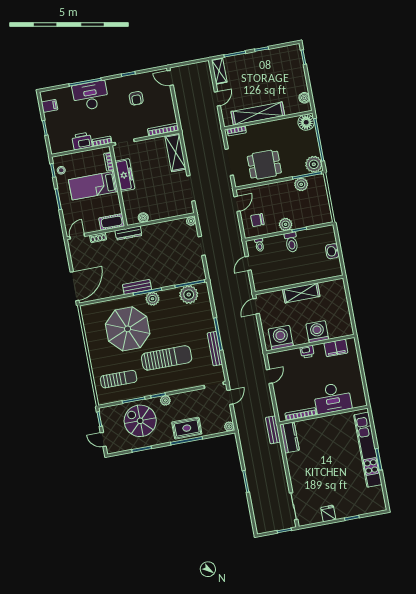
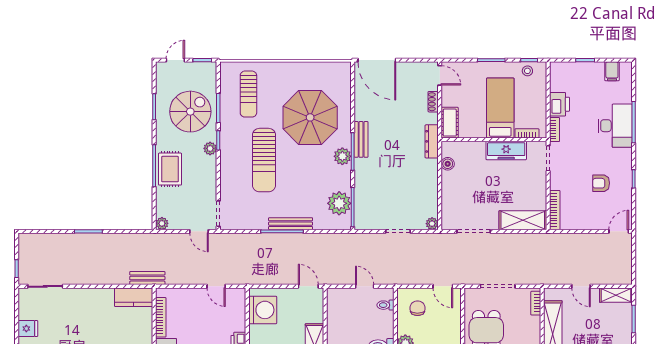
bench: (215, 349) -> (291, 224), moved

